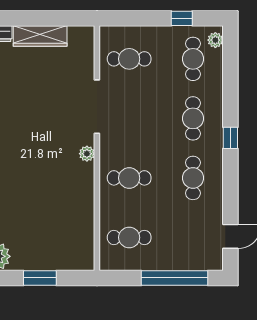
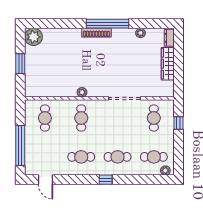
window: (182, 18) -> (178, 123), moved
plant: (87, 154) -> (82, 92), moved

